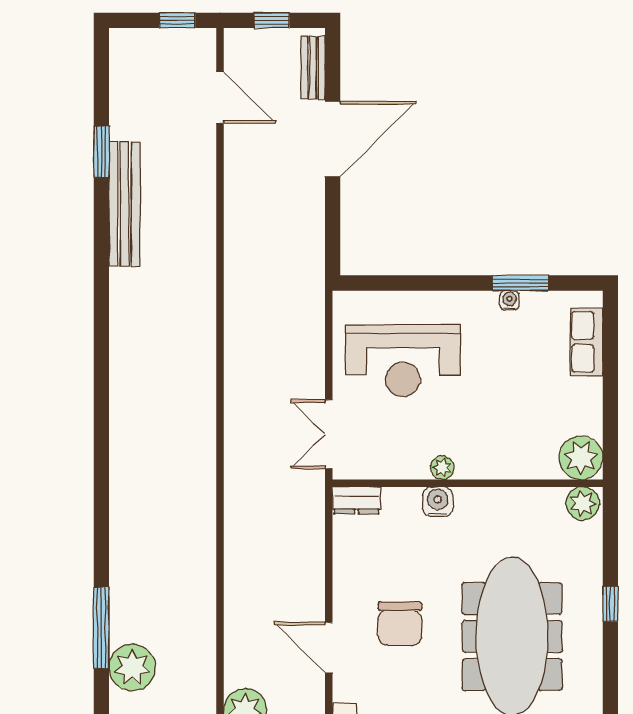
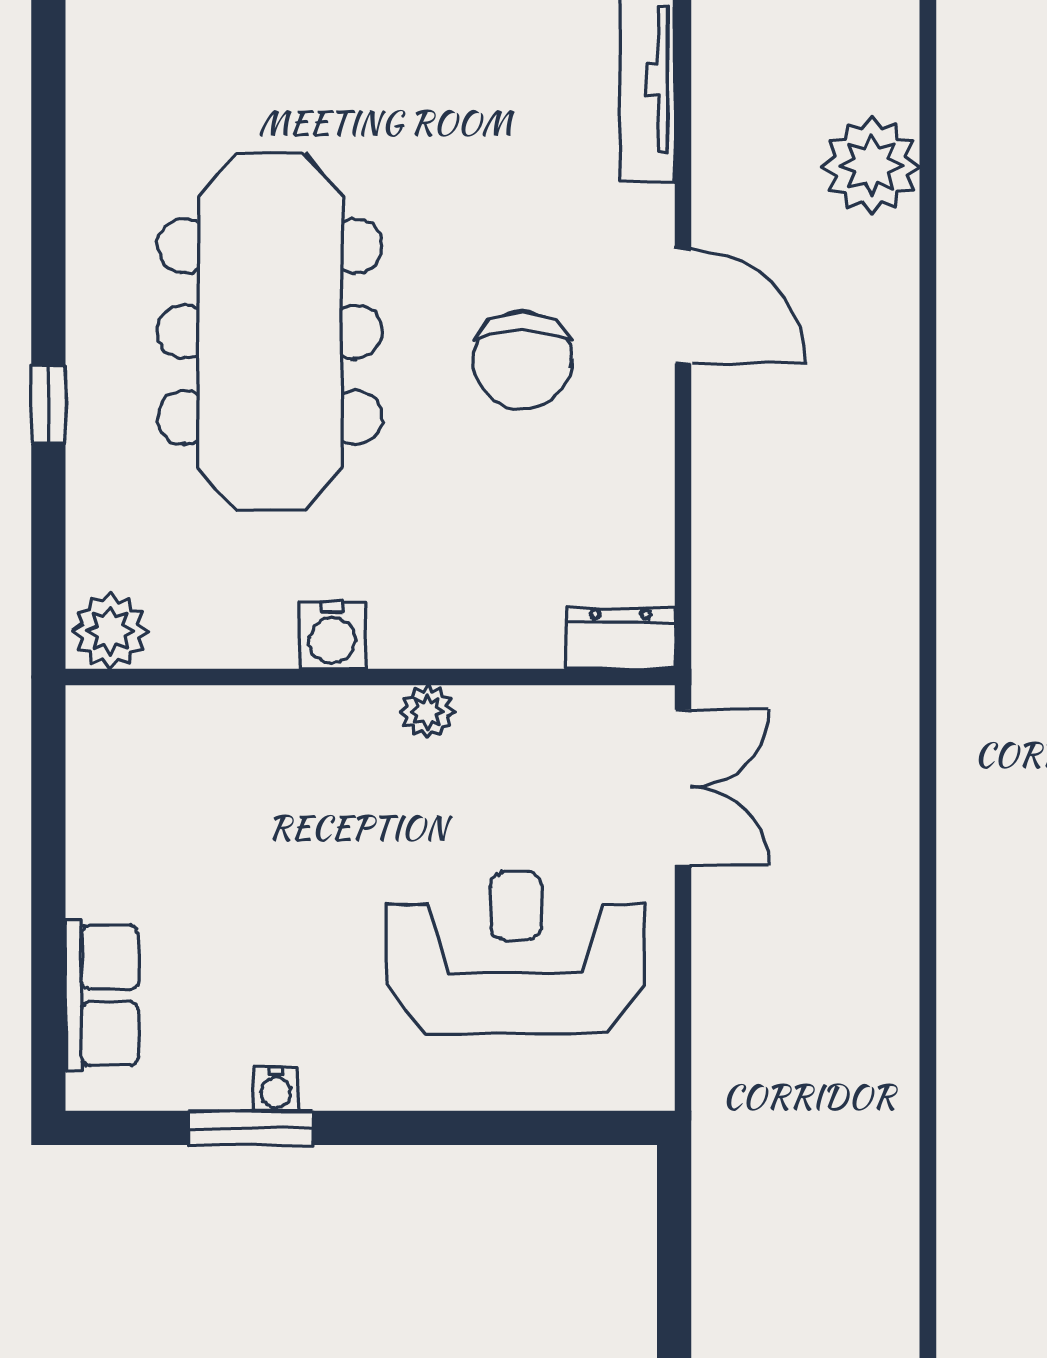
plant: (581, 458) -> (115, 734), removed
water cooler: (438, 502) -> (332, 635), moved
chair: (400, 624) -> (523, 360), turned 180

